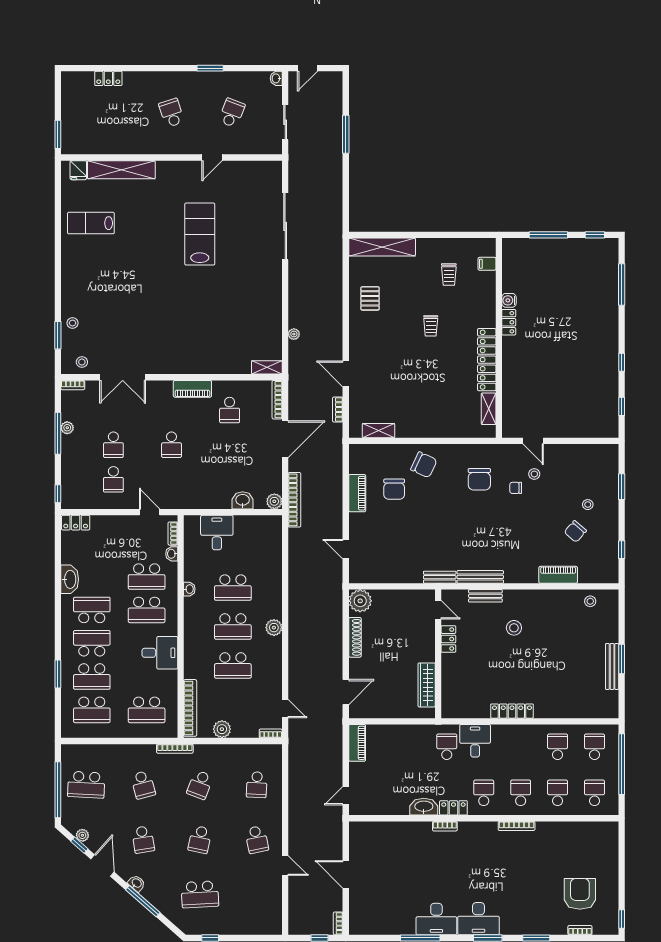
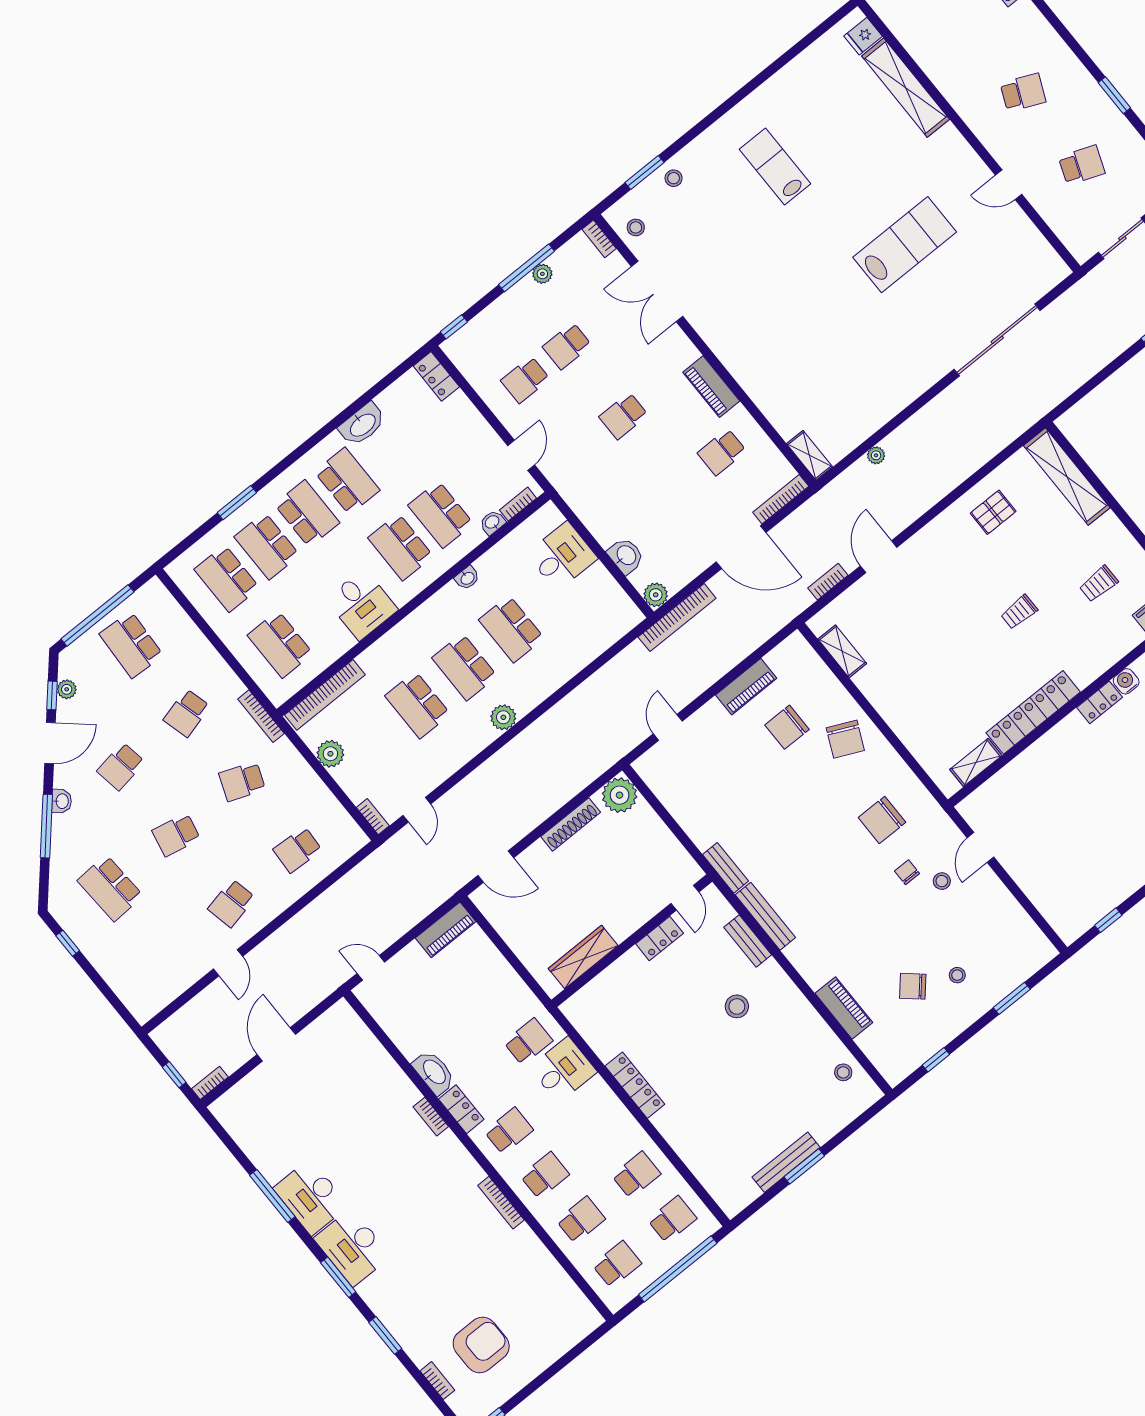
school desk: (171, 113) -> (1023, 92), turned 42
lab bench: (91, 223) -> (775, 167), moved

